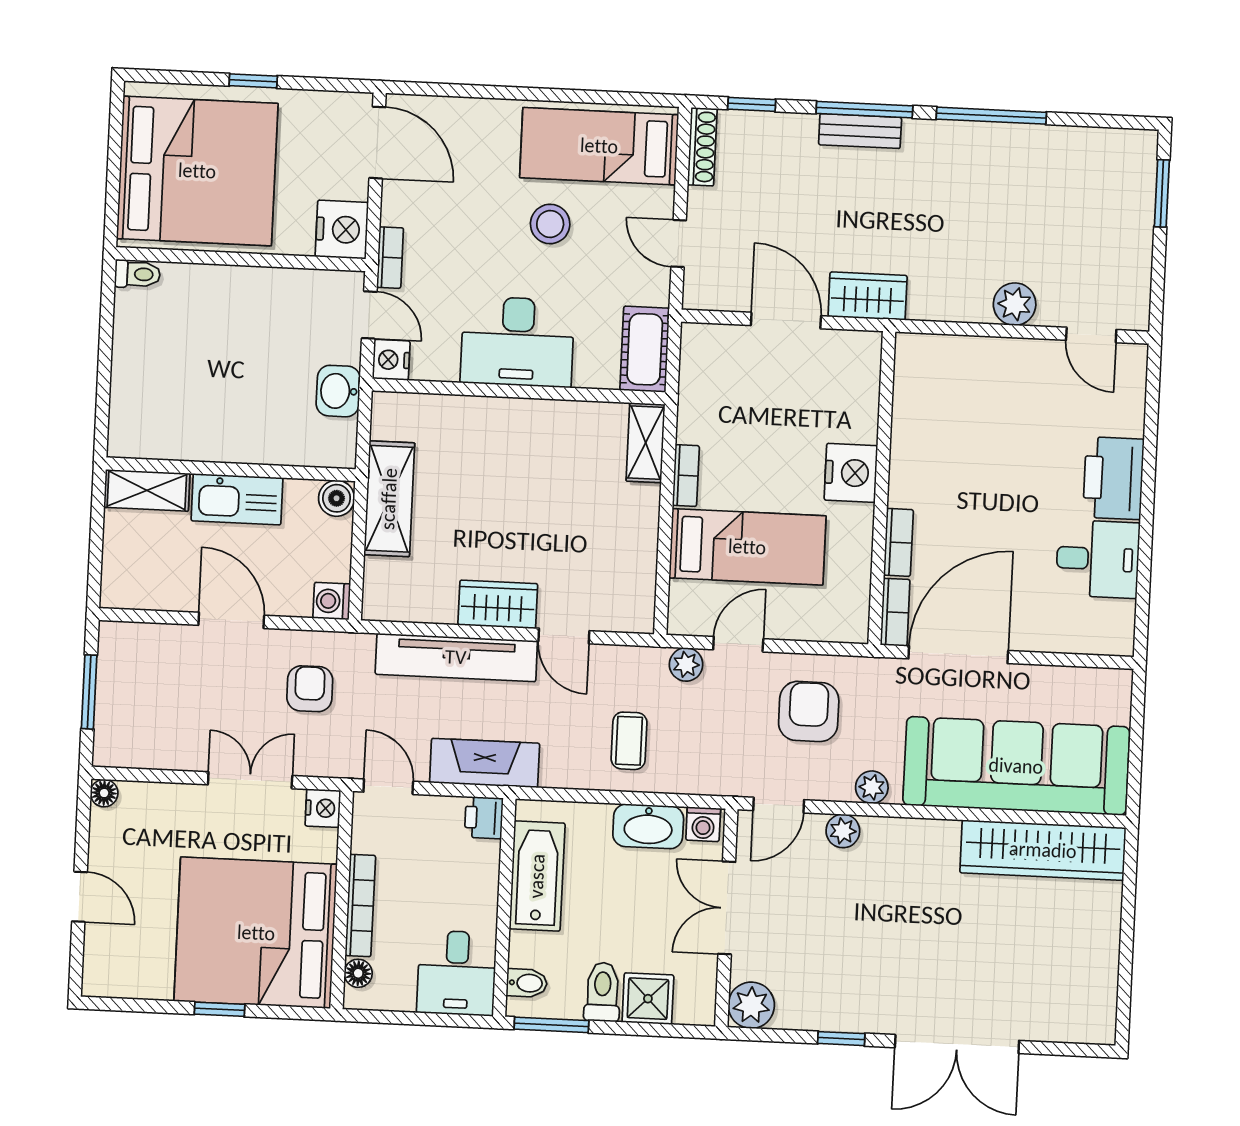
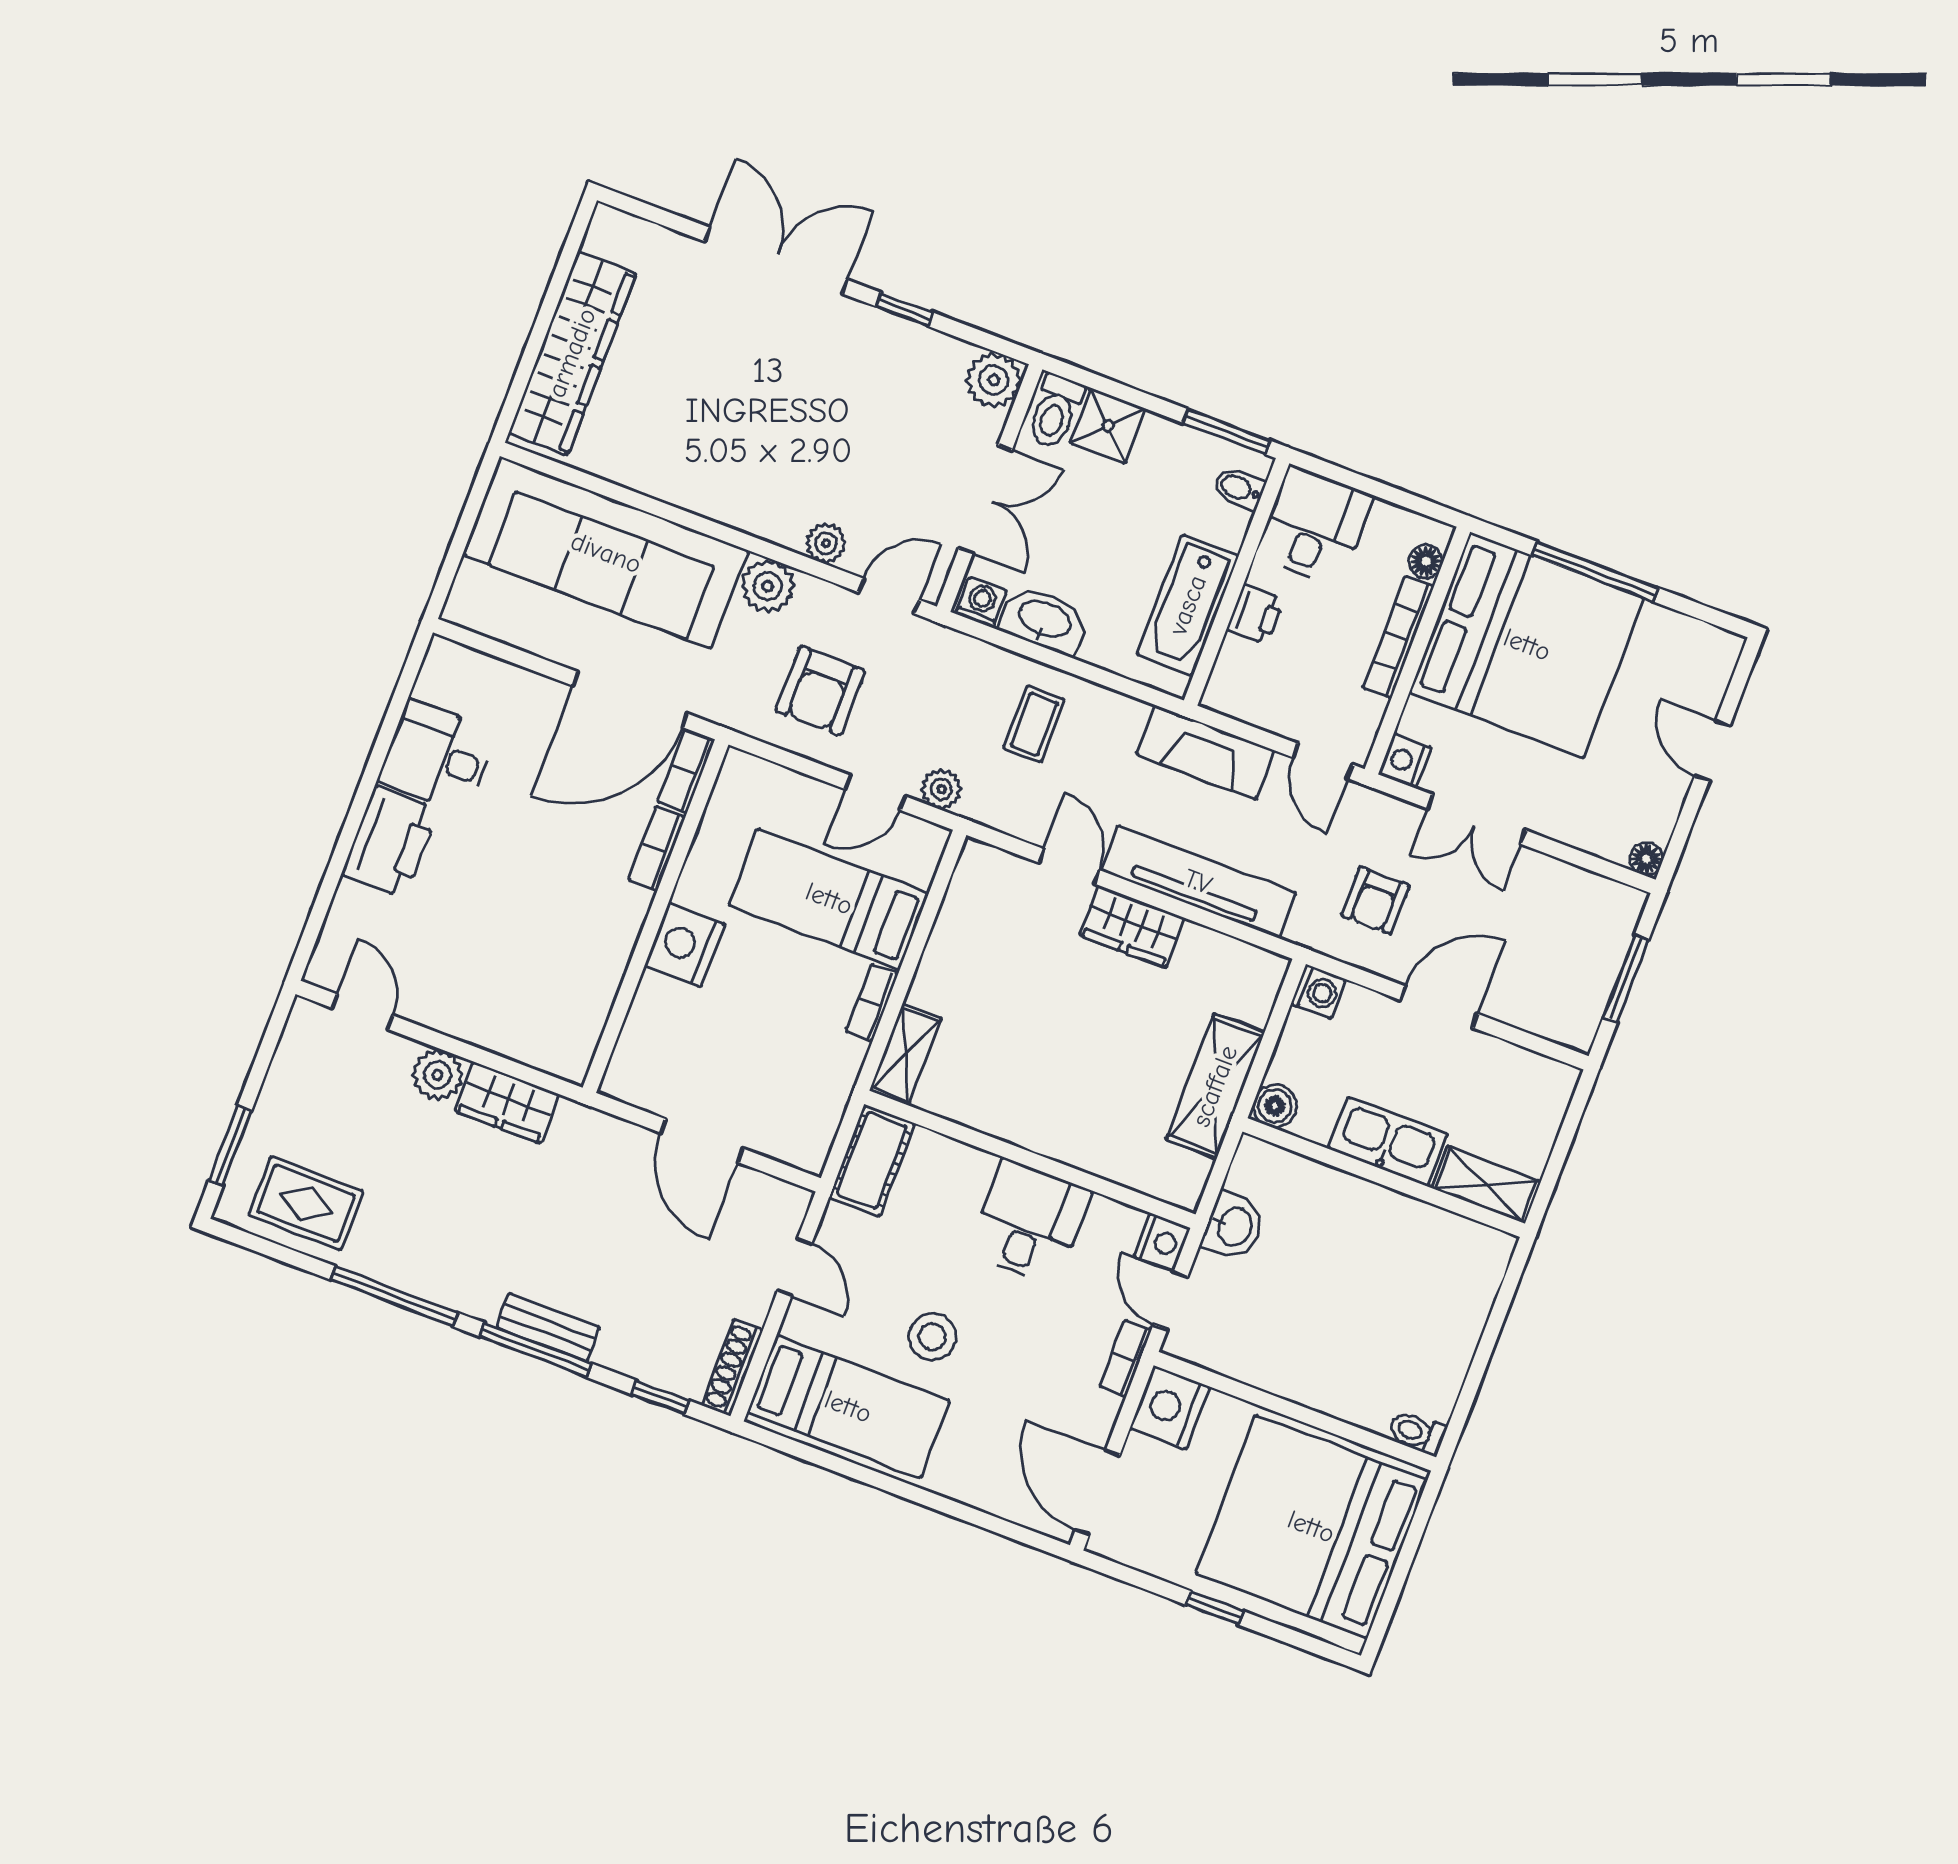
rug: (1086, 167) -> (306, 1203), added
wardrobe: (868, 296) -> (507, 1103), moved
desk: (517, 342) -> (1030, 1222), width x0.73
door: (231, 620) -> (1439, 1007), swing flipped
plant: (872, 787) -> (768, 586), width x1.38, depth x1.38
printer: (484, 818) -> (1255, 614), moved
wardrobe: (1043, 850) -> (572, 353), moved, turned 90
toilet: (602, 992) -> (1055, 411), moved
window: (220, 1009) -> (1596, 572), width x2.17

